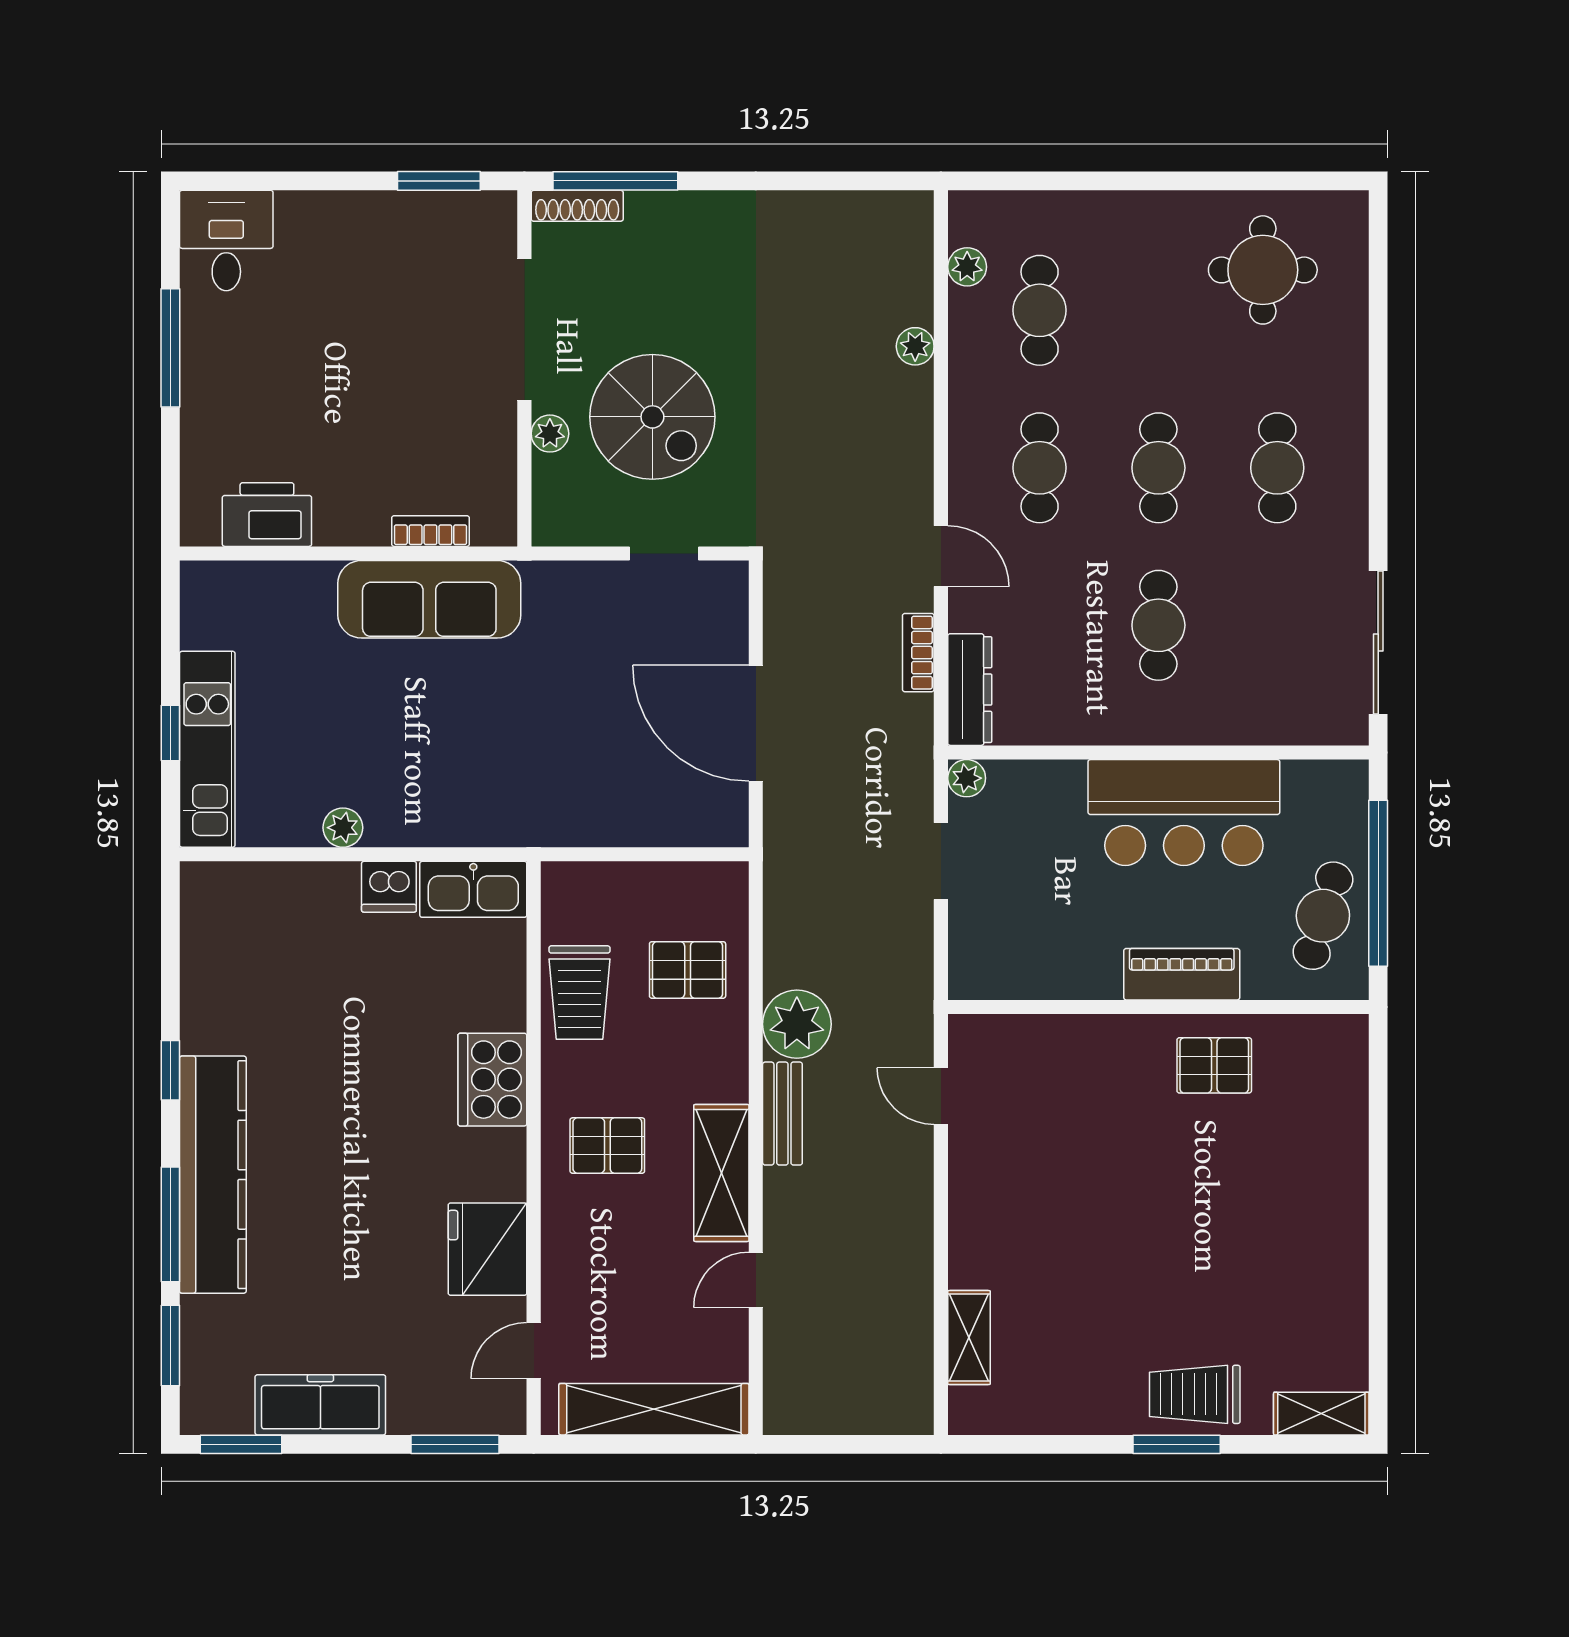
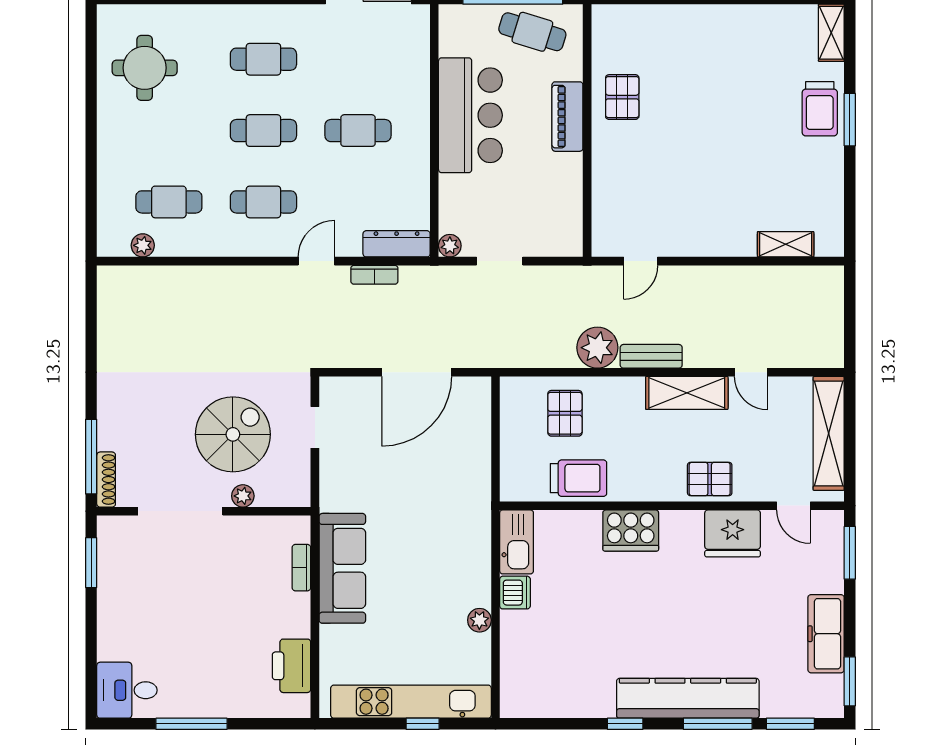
plant: (915, 346) -> (190, 277), removed
kitchen unit: (207, 749) -> (411, 702), width x1.36
pallet: (607, 1146) -> (710, 479), moved, turned 90

